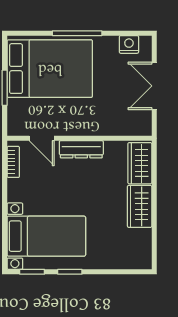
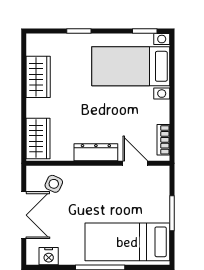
bed: (50, 69) -> (127, 242), width x0.67
side table: (124, 118) -> (54, 184), added
wardrobe: (140, 206) -> (38, 77), moved
window: (70, 272) -> (79, 31), moved

